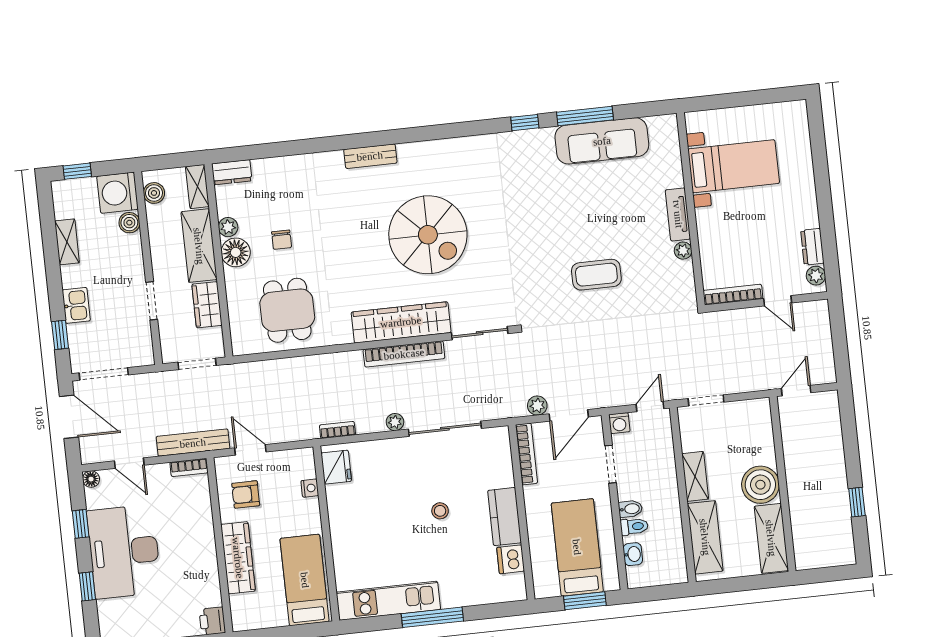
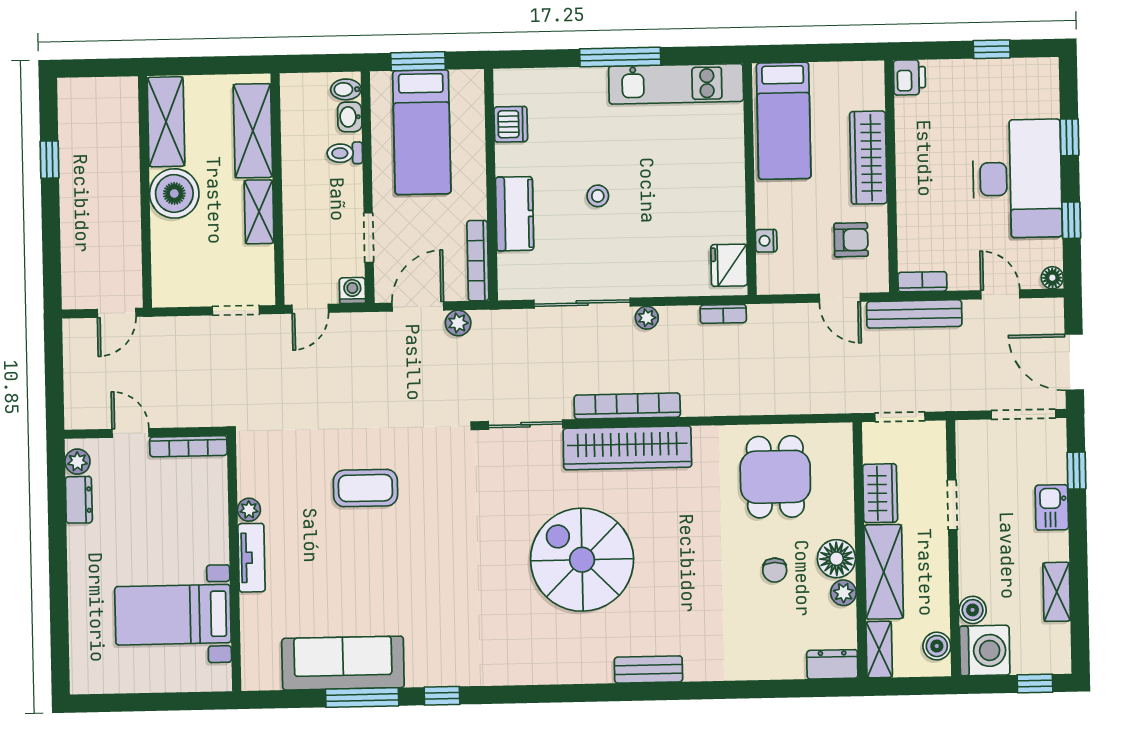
chair: (282, 240) -> (775, 570), turned 180
bidet: (630, 509) -> (346, 89), moved
kitchen counter: (504, 517) -> (515, 214), moved

